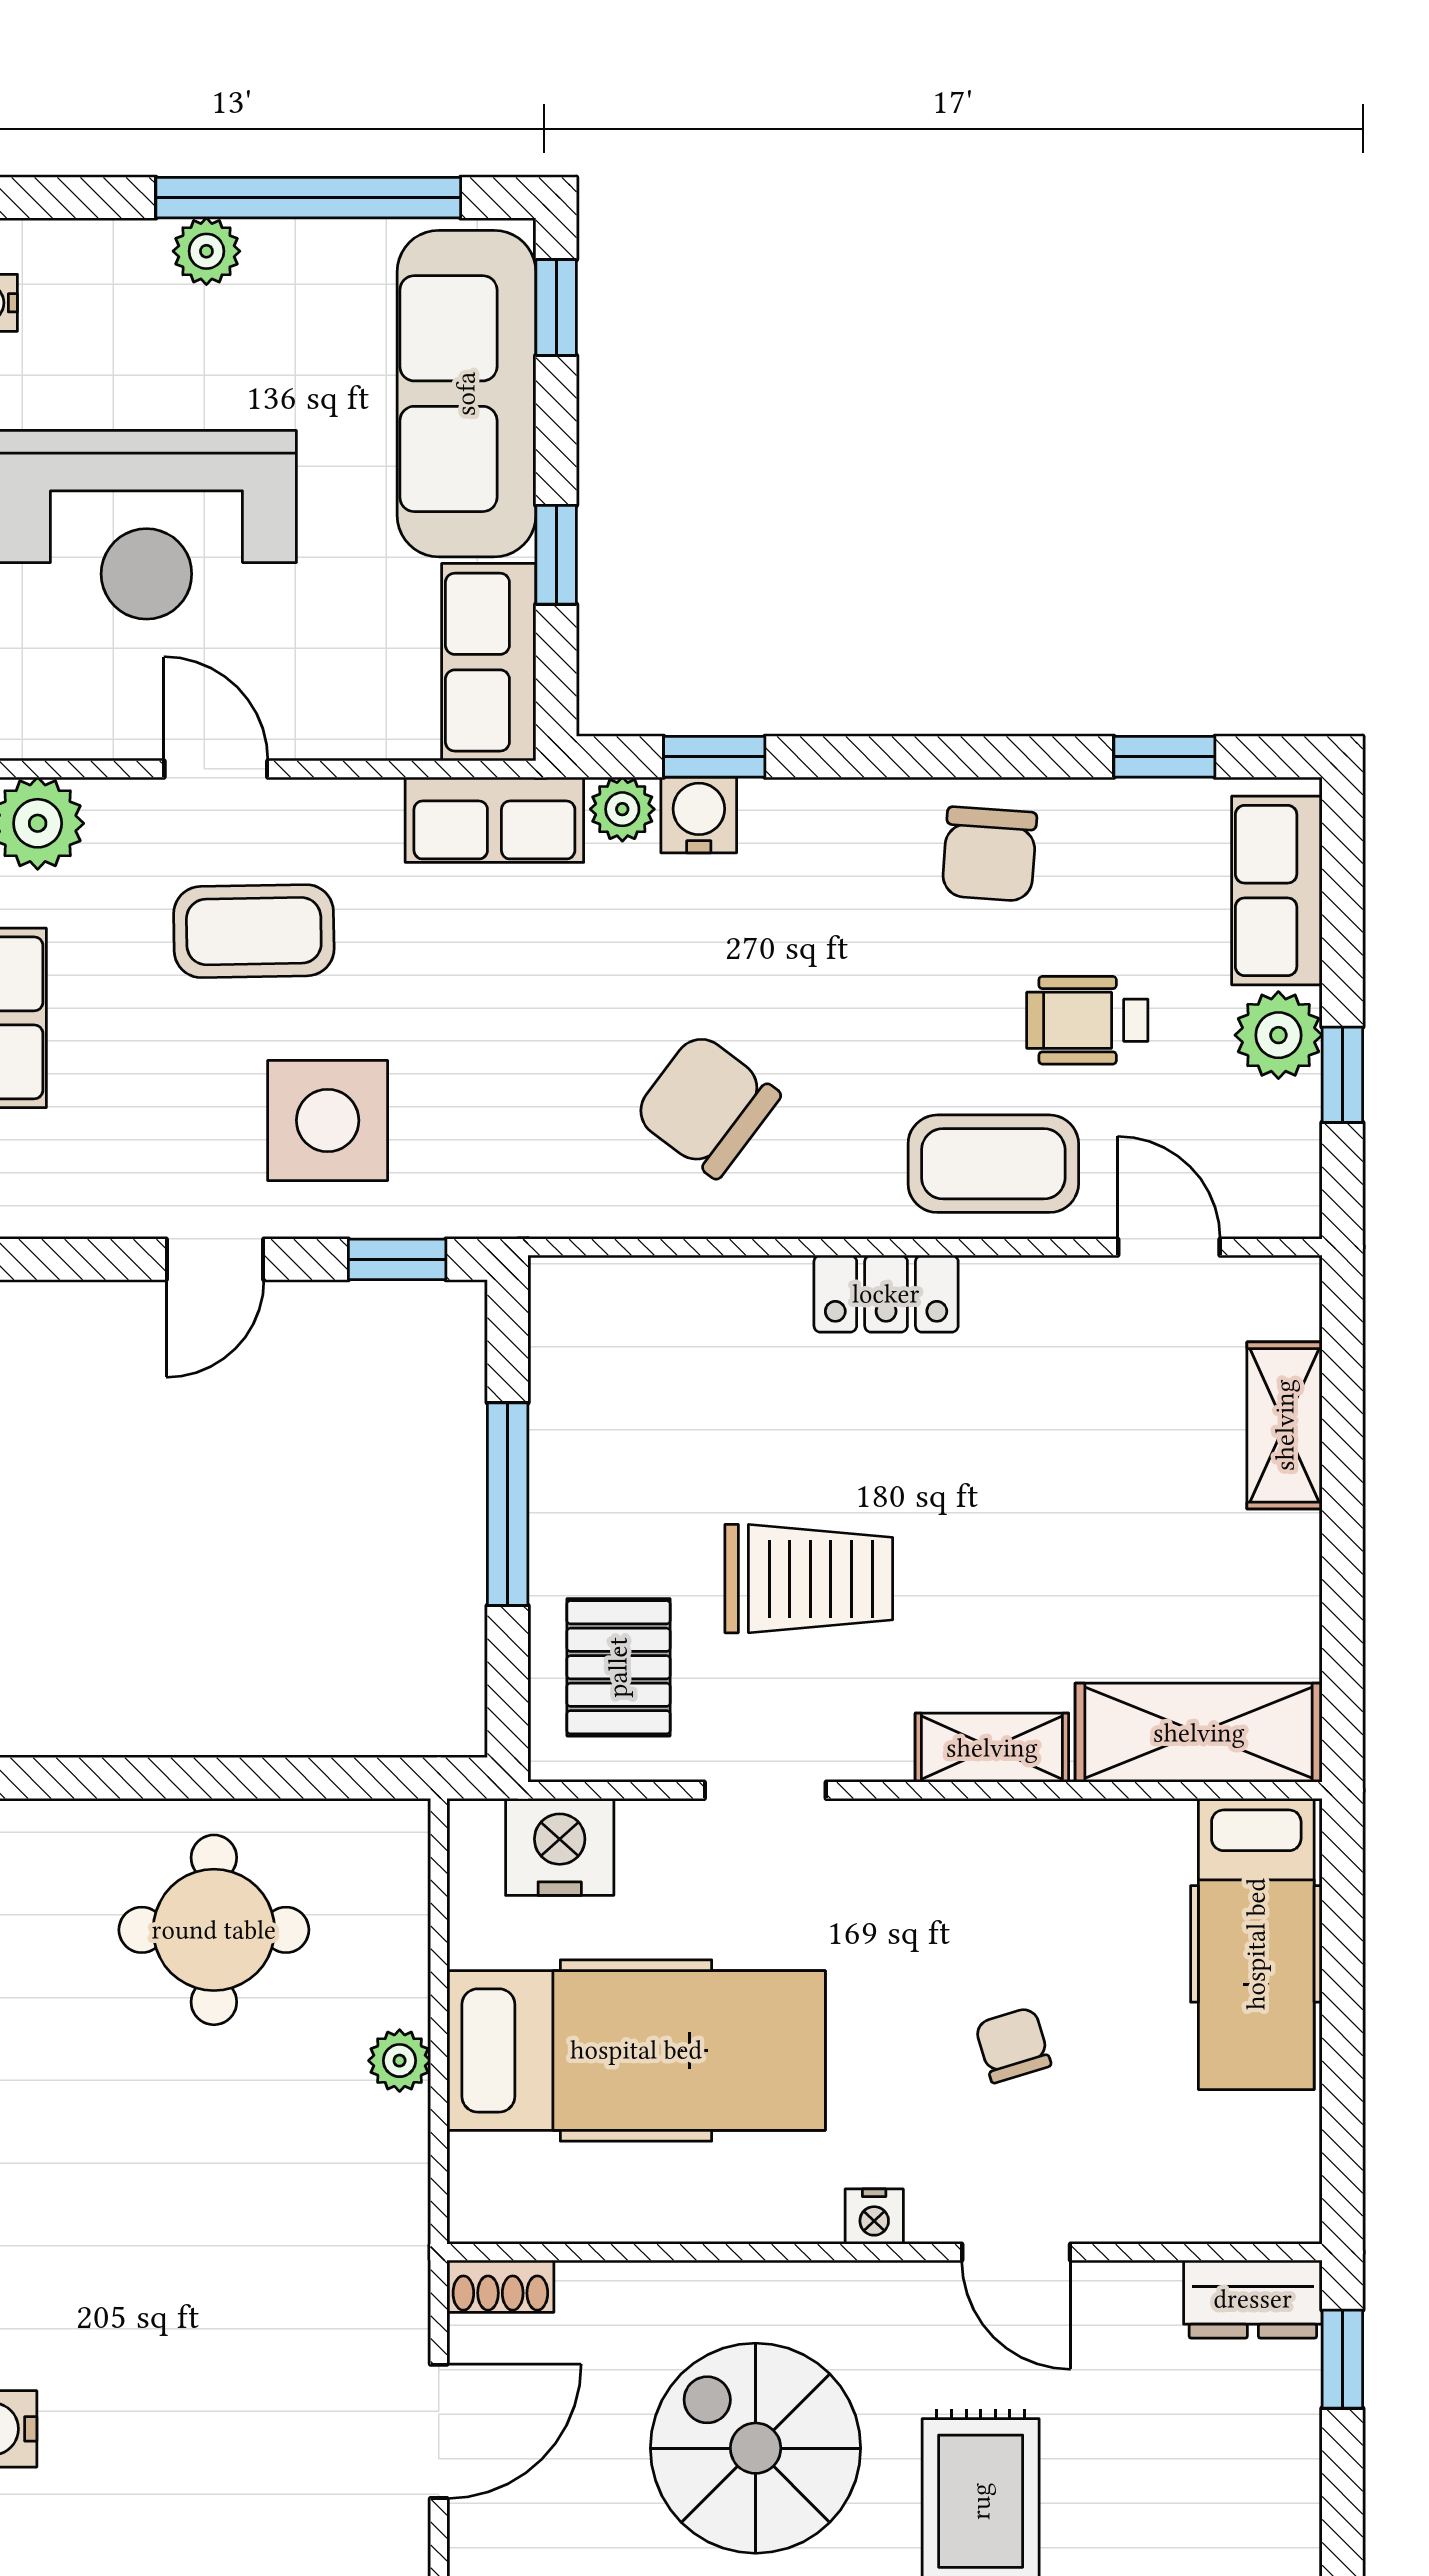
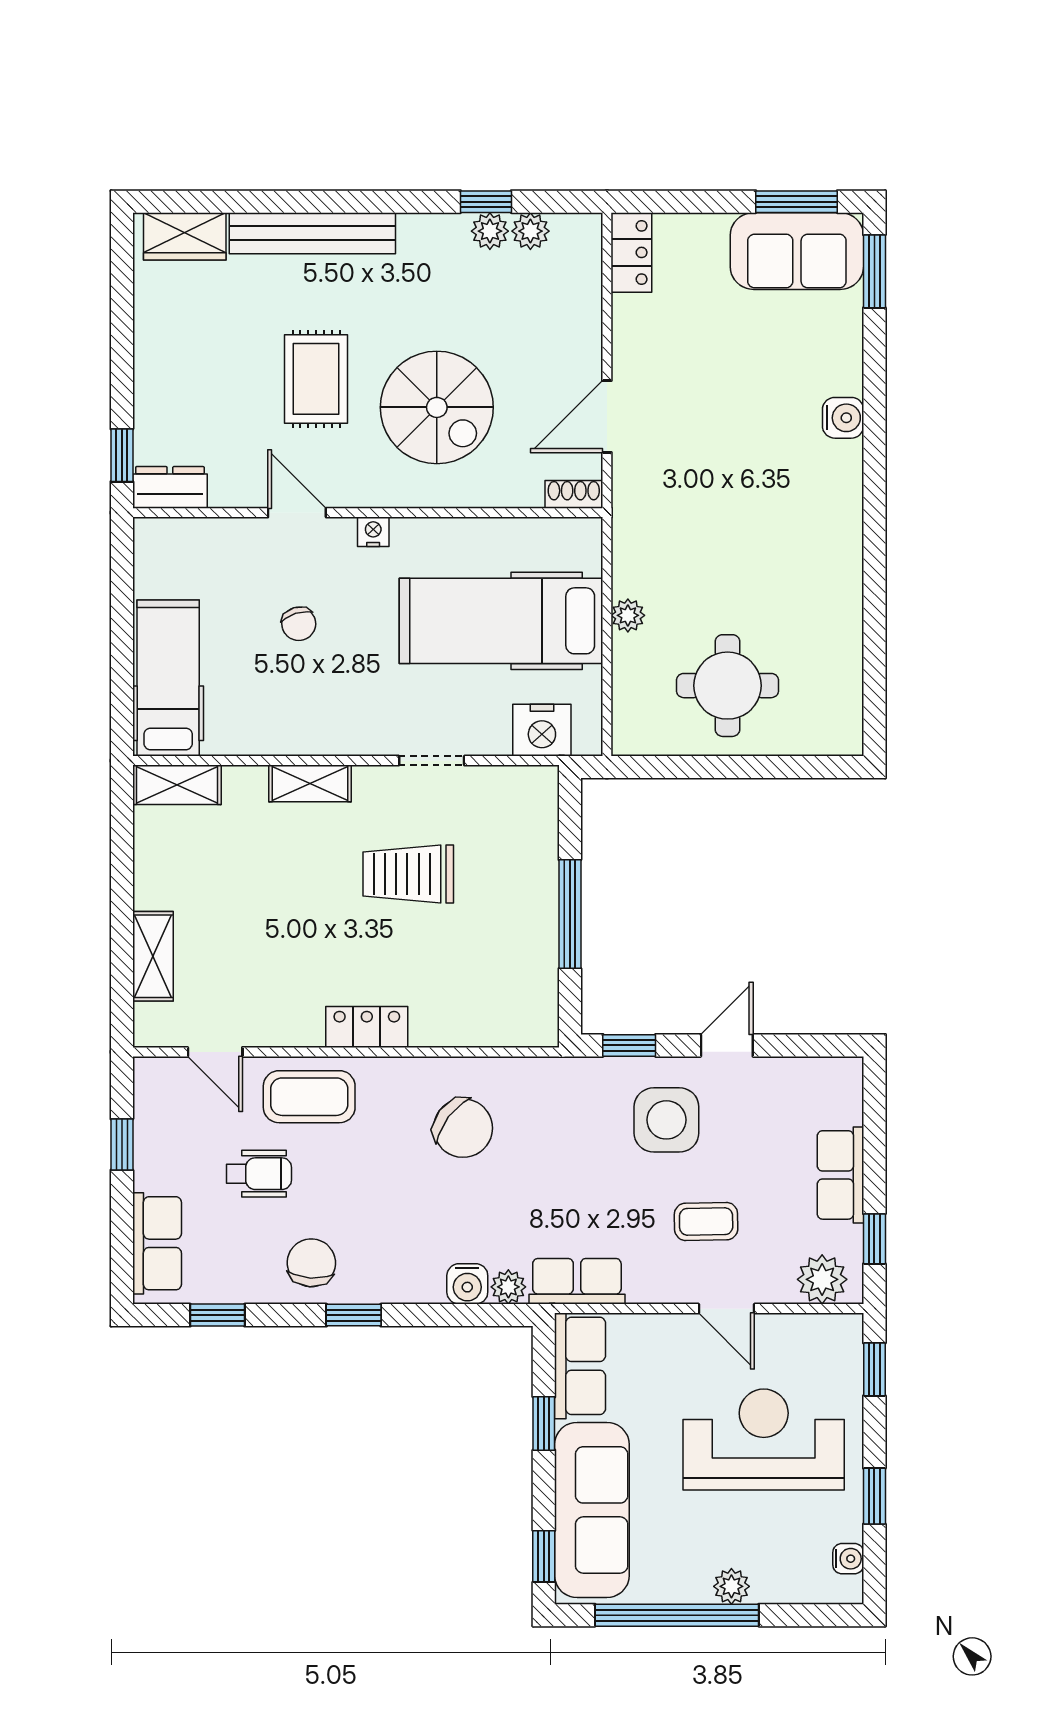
window: (714, 757) -> (354, 1315), moved
coffee table: (254, 931) -> (706, 1221), width x0.73, depth x0.77
plant: (1278, 1035) -> (156, 1166), removed
pallet: (618, 1667) -> (510, 826), removed
shelving: (1199, 1733) -> (177, 785), width x0.67, depth x0.75

